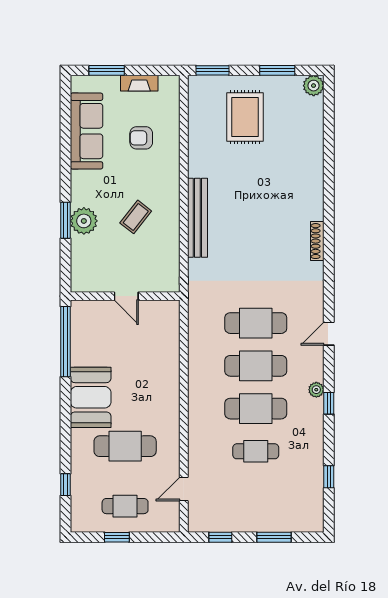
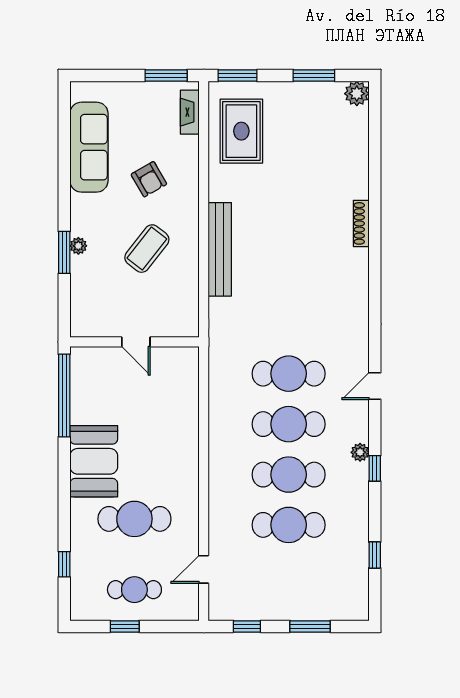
window: (107, 70) -> (166, 76), moved
fireplace: (139, 83) -> (190, 112), moved, turned 90
rug: (245, 117) -> (241, 131), moved
armchair: (141, 138) -> (149, 179), moved, turned -120
coffee table: (136, 217) -> (147, 249), width x1.36, depth x1.30
plant: (84, 221) -> (78, 246), width x0.53, depth x0.53
shoe rack: (317, 241) -> (361, 223), moved
cafe table: (256, 451) -> (289, 525), width x1.37, depth x1.35

